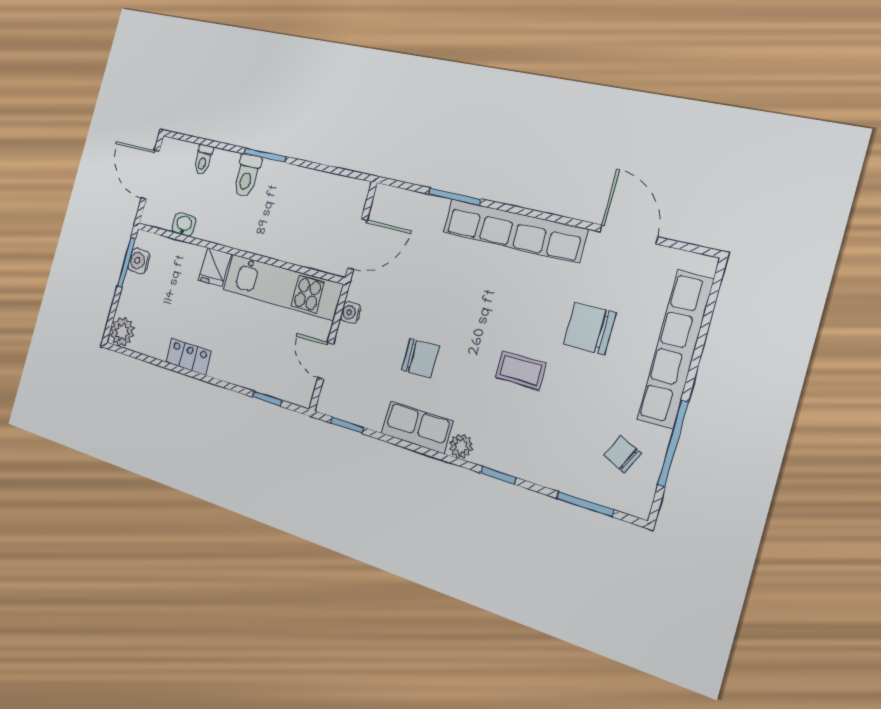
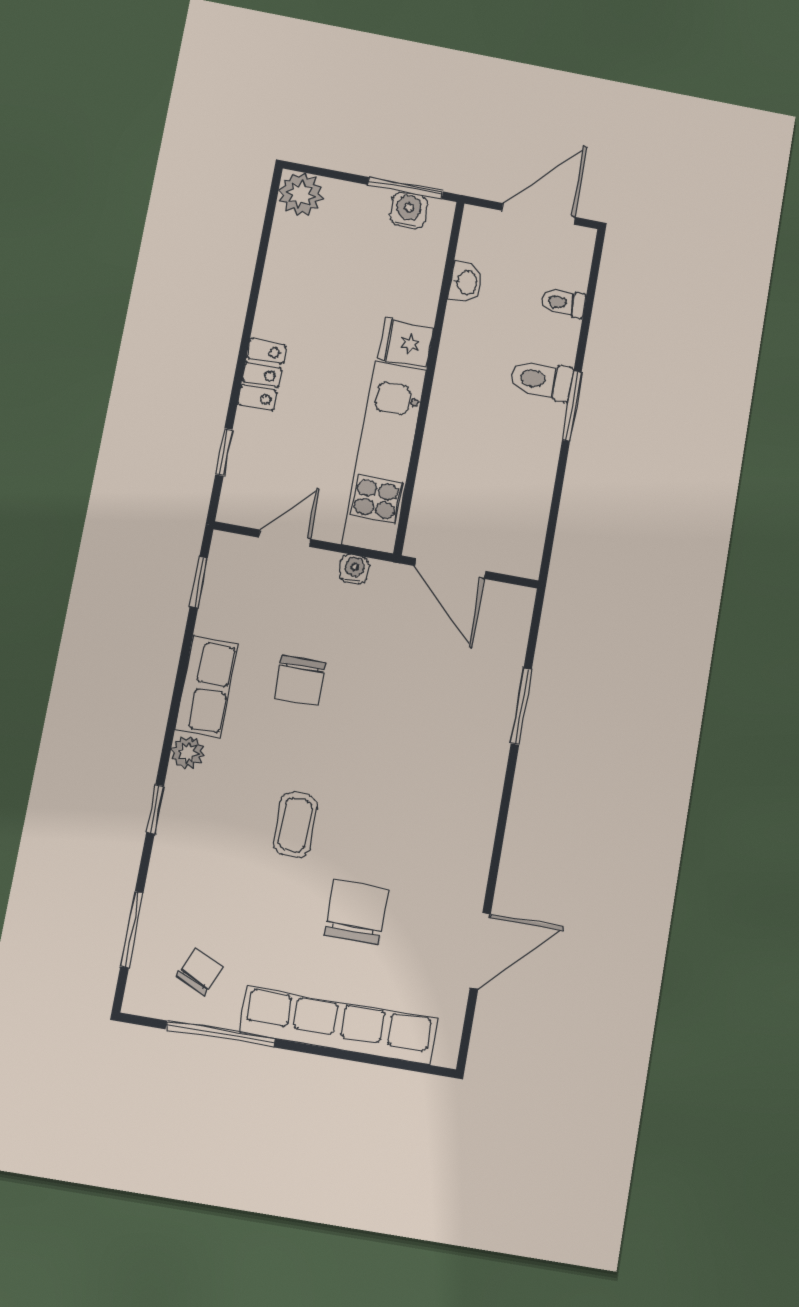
row of seats: (514, 230) -> (479, 795), removed
locker: (188, 356) -> (262, 375), moved

